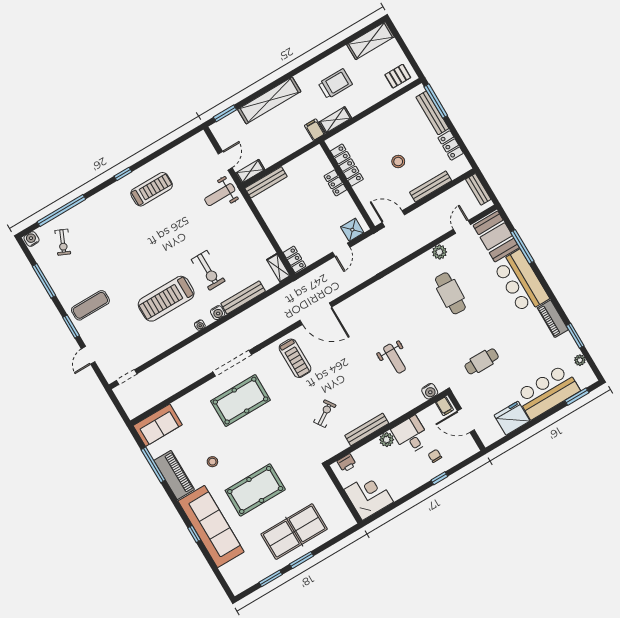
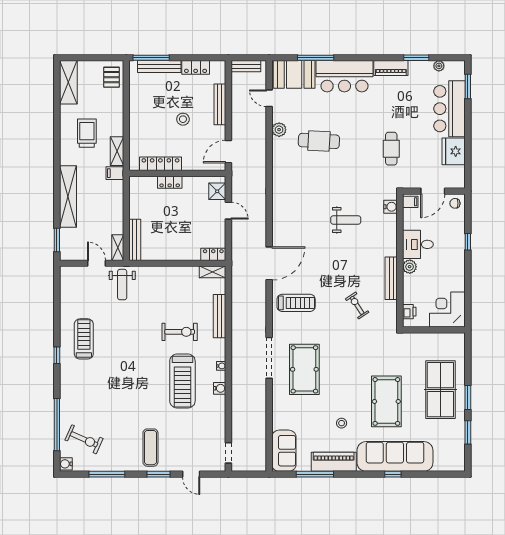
exercise bike: (63, 242) -> (84, 439), width x1.38, depth x1.39
water cooler: (218, 313) -> (220, 388), moved
chair: (435, 456) -> (455, 203), moved

